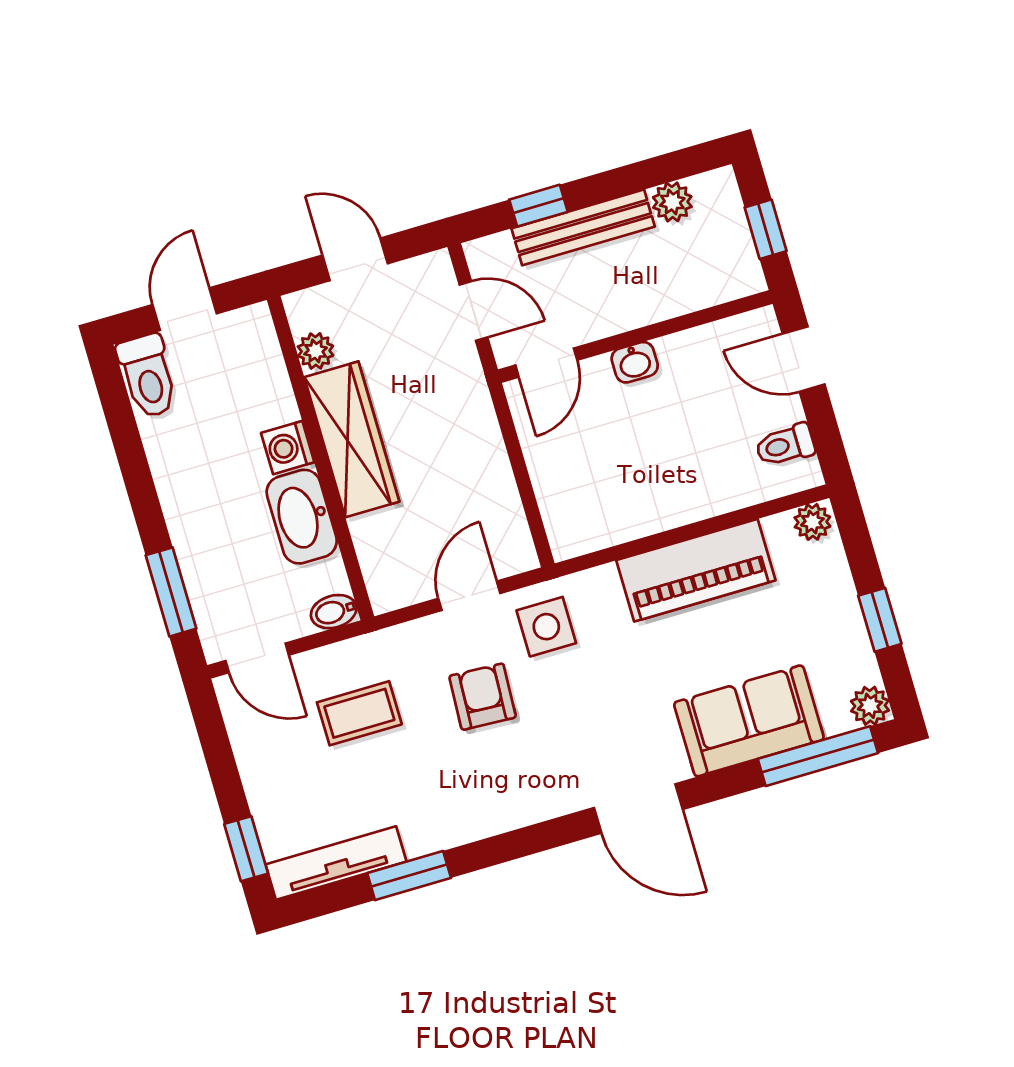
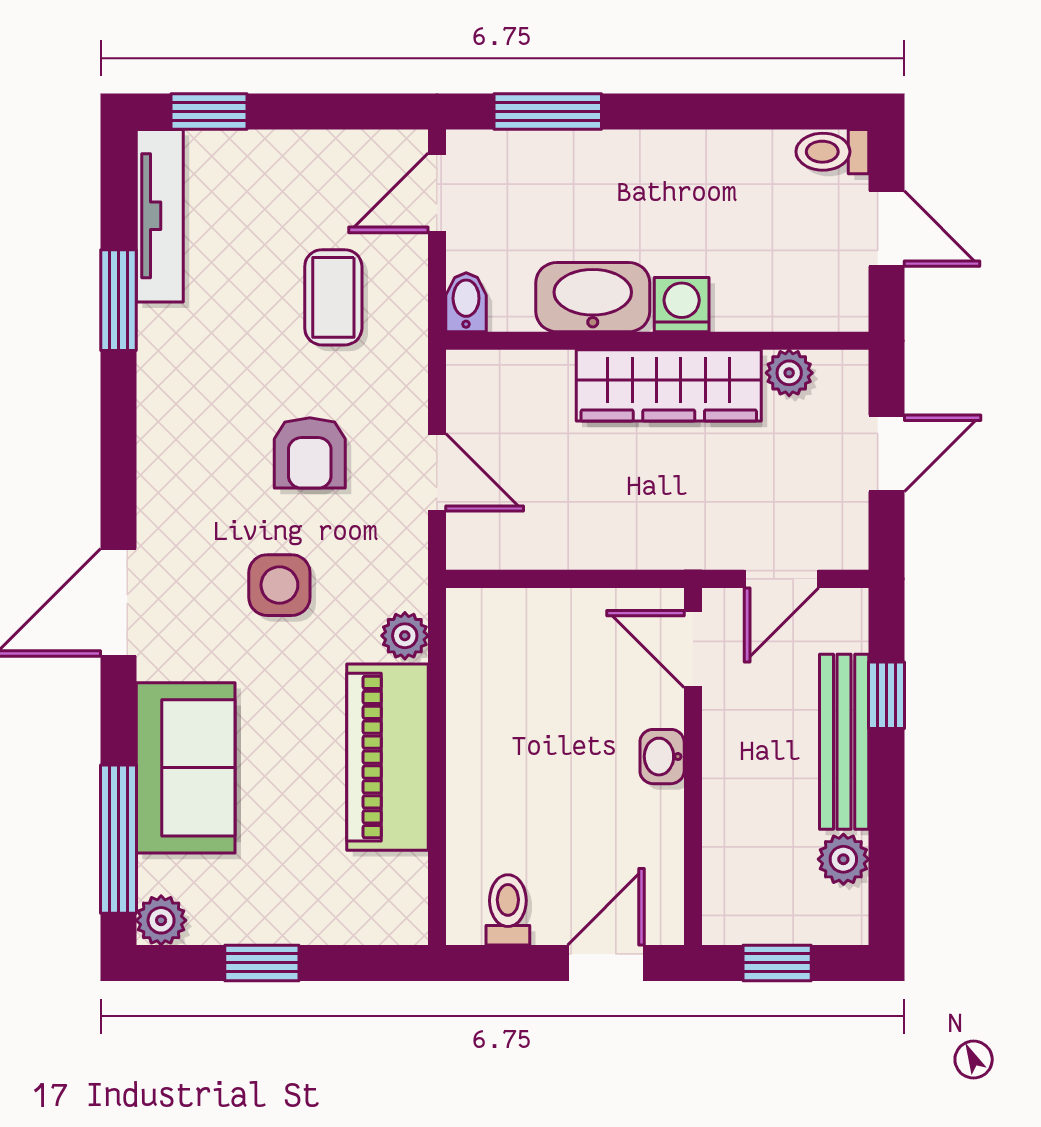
toilet: (148, 376) -> (832, 152), width x0.73, depth x0.72
plant: (812, 522) -> (405, 636), moved
side table: (546, 627) -> (279, 585), moved
armchair: (483, 697) -> (310, 453), turned 87

